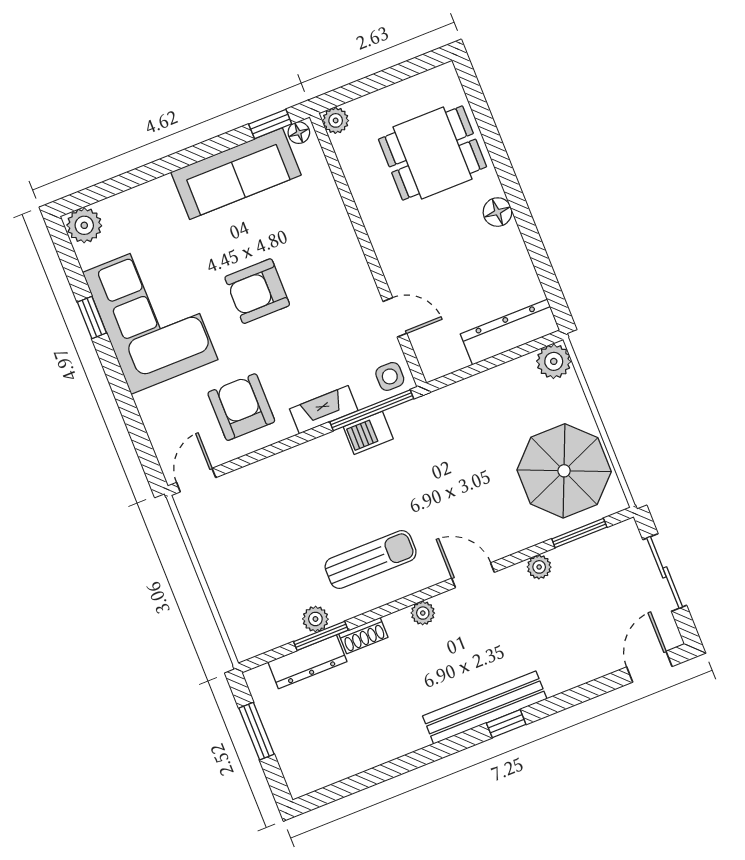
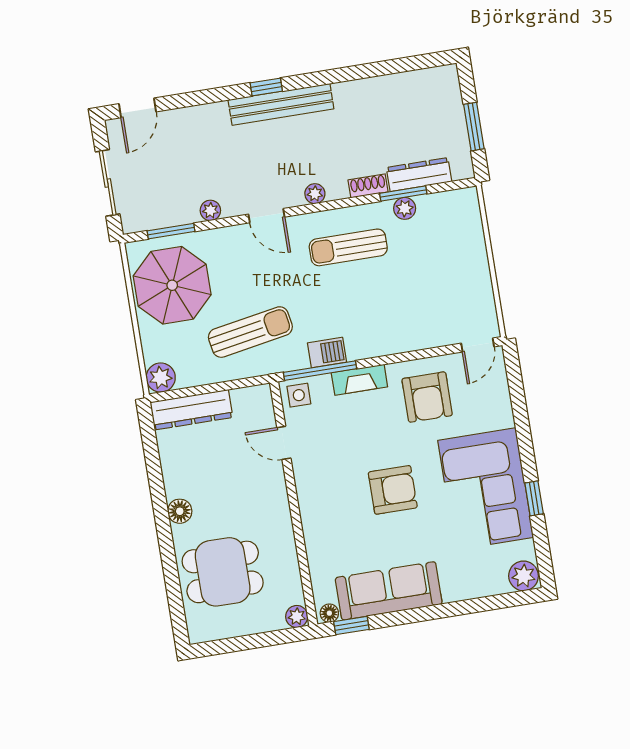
sun lounger: (462, 437) -> (250, 332), added

